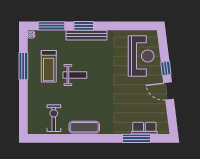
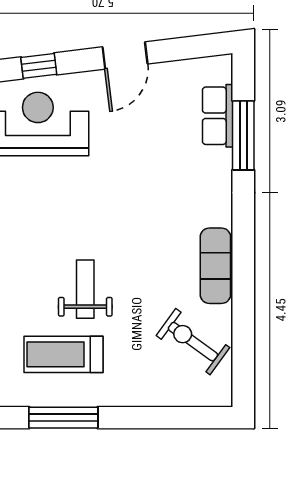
treadmill: (49, 66) -> (63, 354), turned 180
window: (166, 68) -> (39, 66), moved
exercise bike: (54, 118) -> (193, 342), turned 36

